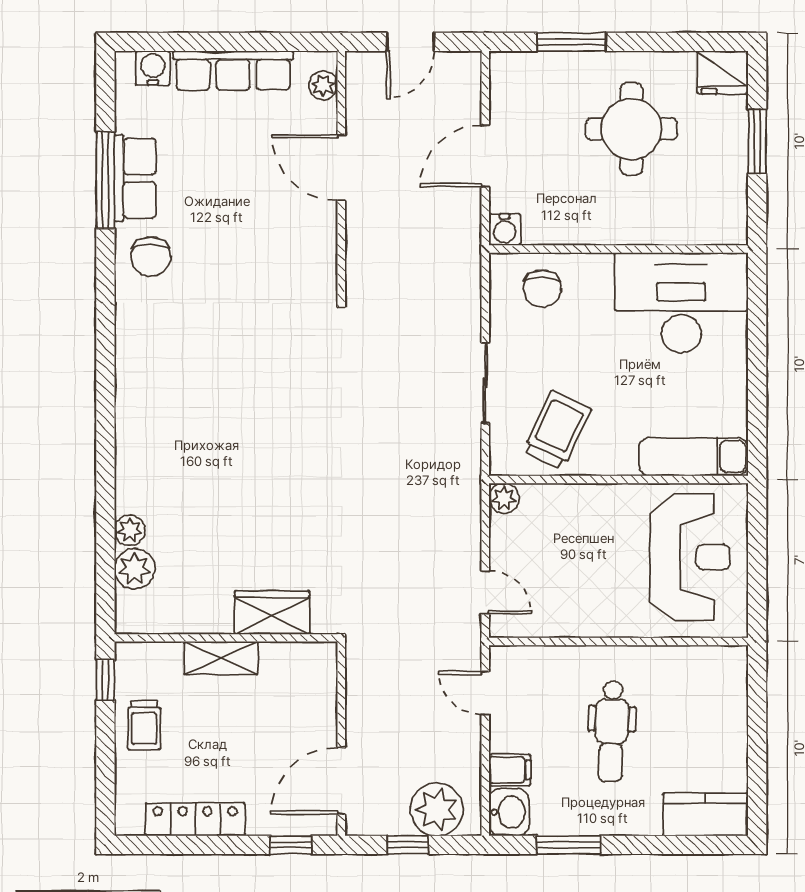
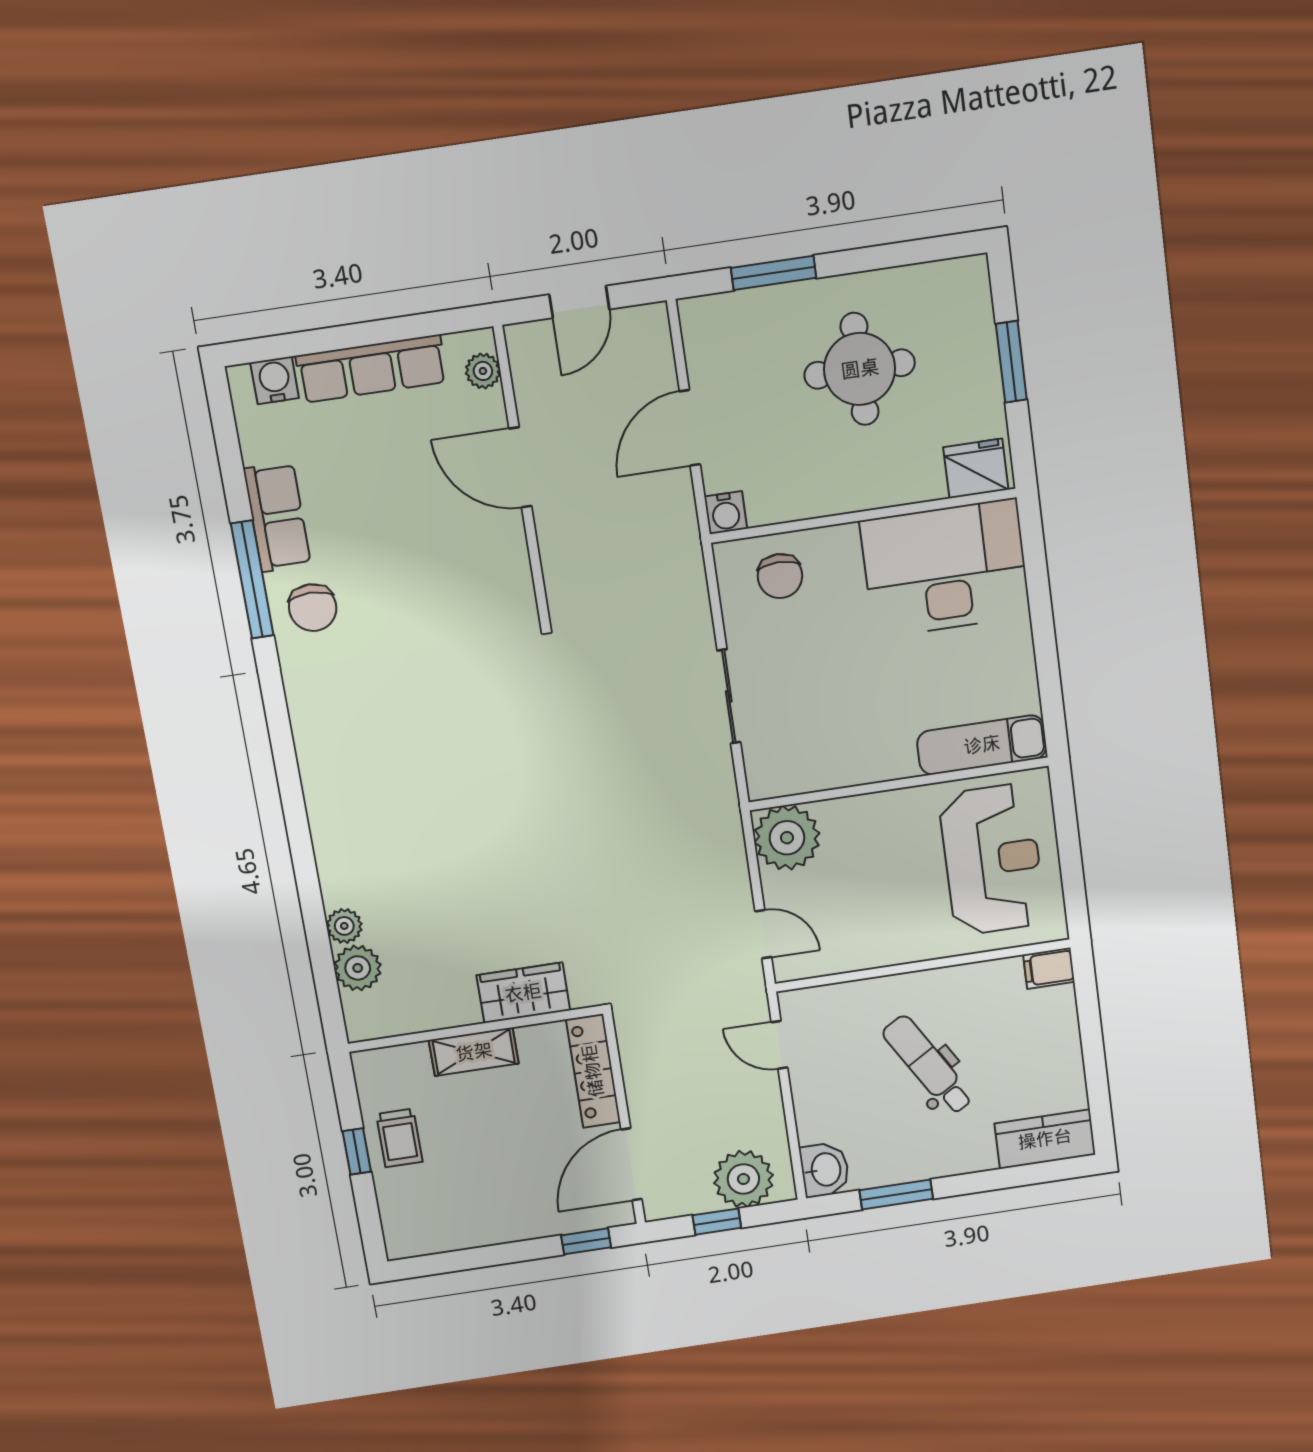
fridge: (722, 72) -> (976, 468), moved, turned 180
window: (105, 180) -> (252, 580), moved
trolley: (557, 430) -> (820, 738), removed
plant: (504, 498) -> (787, 838), width x1.87, depth x1.87
window: (105, 680) -> (357, 1151), moved
dental chair: (612, 731) -> (928, 1065), turned 147
filing cabinet: (510, 770) -> (1049, 968), moved, turned 180
locker: (195, 819) -> (593, 1071), moved, turned -90

